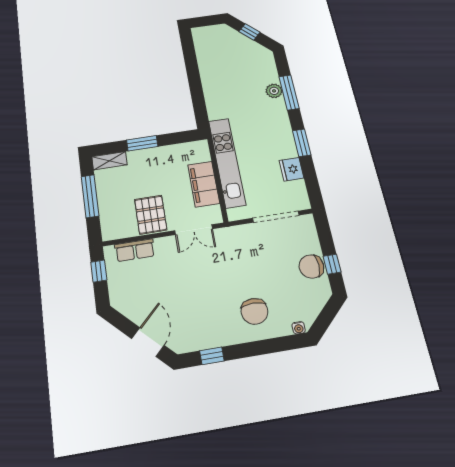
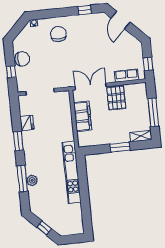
kitchen unit: (227, 162) -> (71, 172), moved
double door: (194, 230) -> (91, 86), width x1.37
window: (332, 264) -> (11, 72), moved

